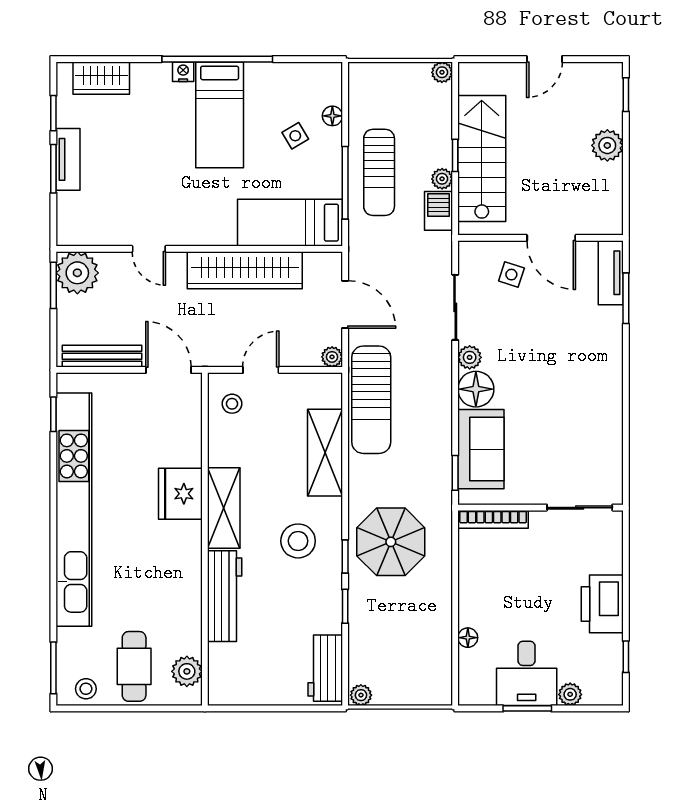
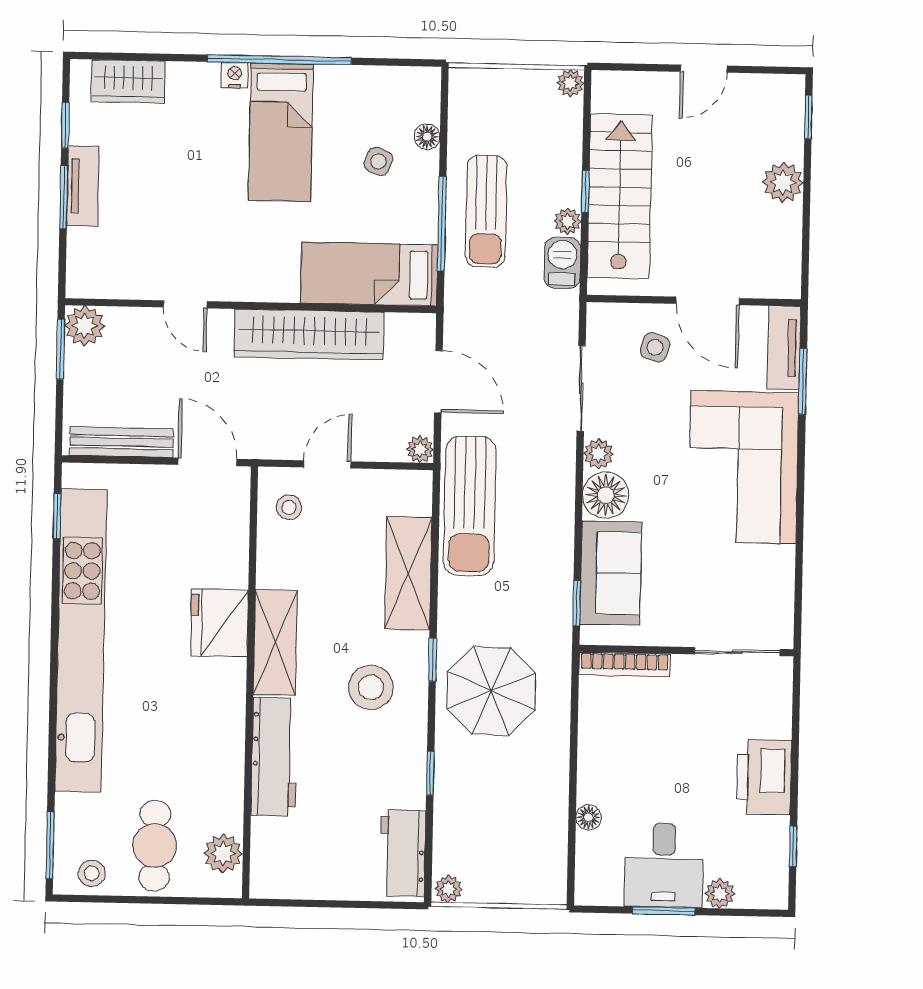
side table: (295, 136) -> (378, 161), turned -37
plant: (77, 273) -> (85, 326), width x0.73, depth x0.73
corner sofa: (581, 365) -> (743, 467), added
window: (345, 556) -> (433, 660), moved

